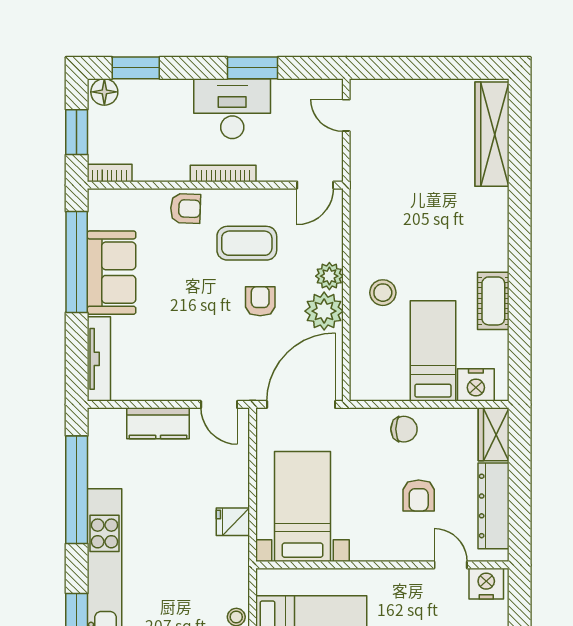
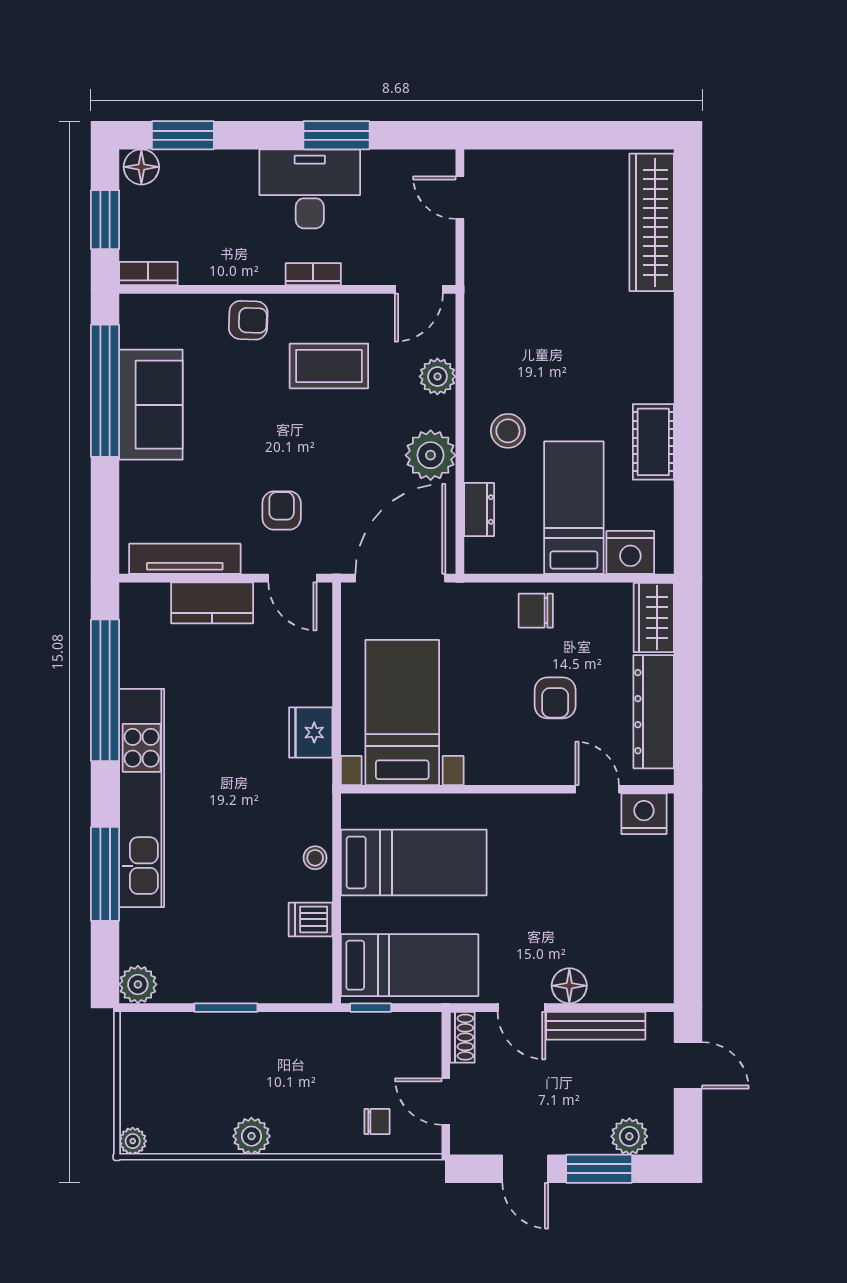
bookcase: (223, 173) -> (313, 274), width x0.64
plant: (329, 276) -> (437, 376), moved
armchair: (260, 301) -> (282, 511), moved
dresser: (361, 352) -> (479, 509), added
tv unit: (99, 359) -> (185, 559), moved, turned -90
chair: (404, 429) -> (536, 611), turned 180
fridge: (233, 522) -> (311, 732), width x1.38

